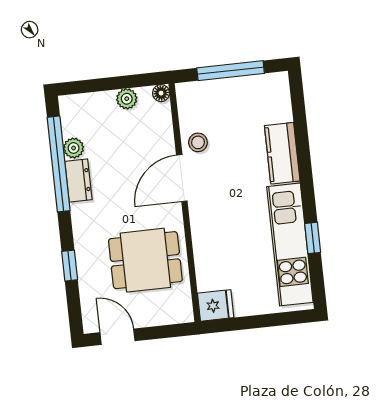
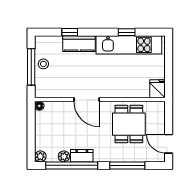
plant: (127, 99) -> (40, 156), moved
window: (301, 134) -> (70, 32), added
stool: (198, 142) -> (43, 64), moved
window: (70, 266) -> (127, 165), width x2.17
door: (117, 337) -> (169, 144), hinge flipped

